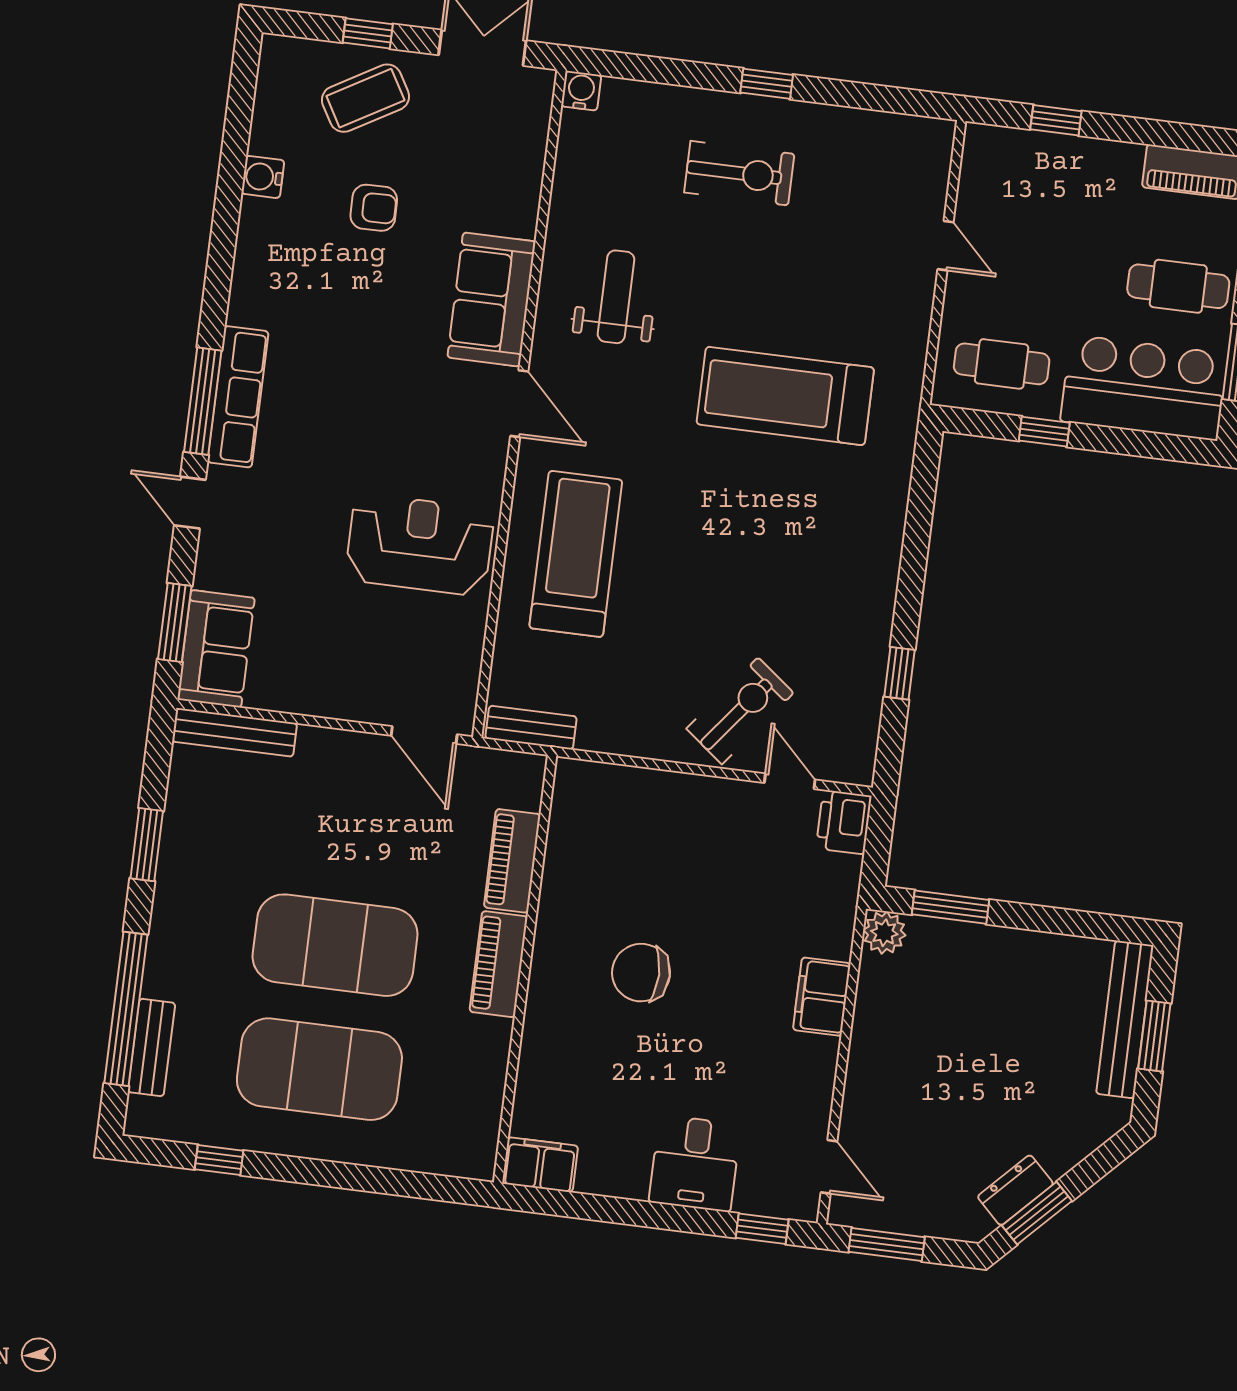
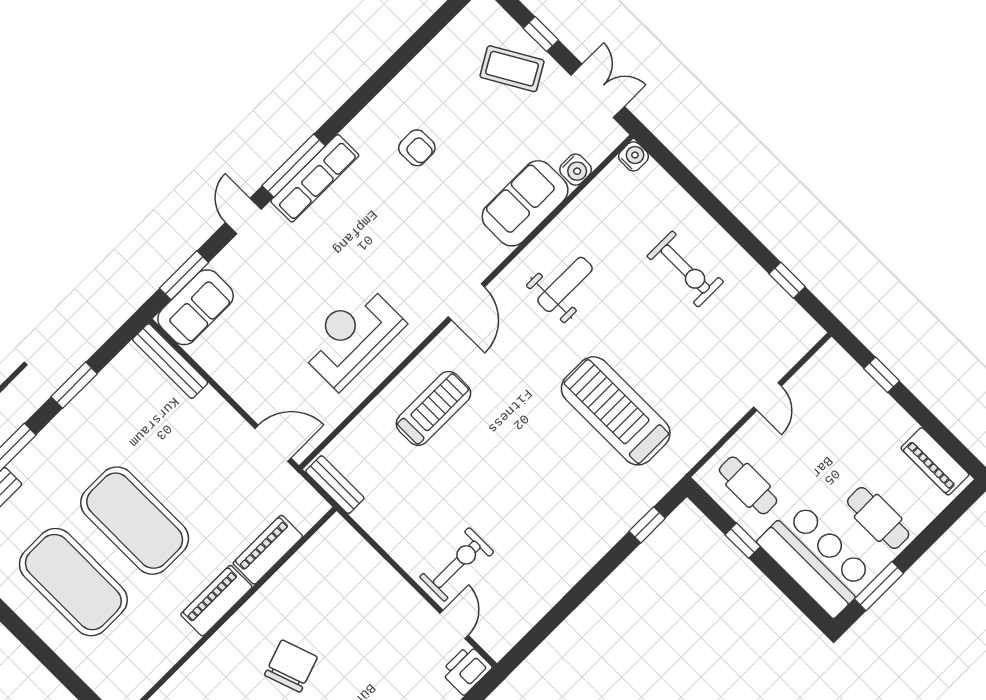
window: (767, 84) -> (787, 280), moved
water cooler: (263, 177) -> (576, 170), moved, turned 180
armchair: (374, 208) -> (417, 148), moved
sofa: (492, 299) -> (525, 203), moved
reception desk: (420, 545) -> (352, 337), turned -90
treadmill: (576, 554) -> (433, 408), width x0.73, depth x0.73
window: (900, 673) -> (647, 525), moved
exercise bike: (740, 711) -> (457, 564), turned -38
door: (424, 735) -> (273, 443), swing flipped
chair: (641, 973) -> (291, 666), turned 71

